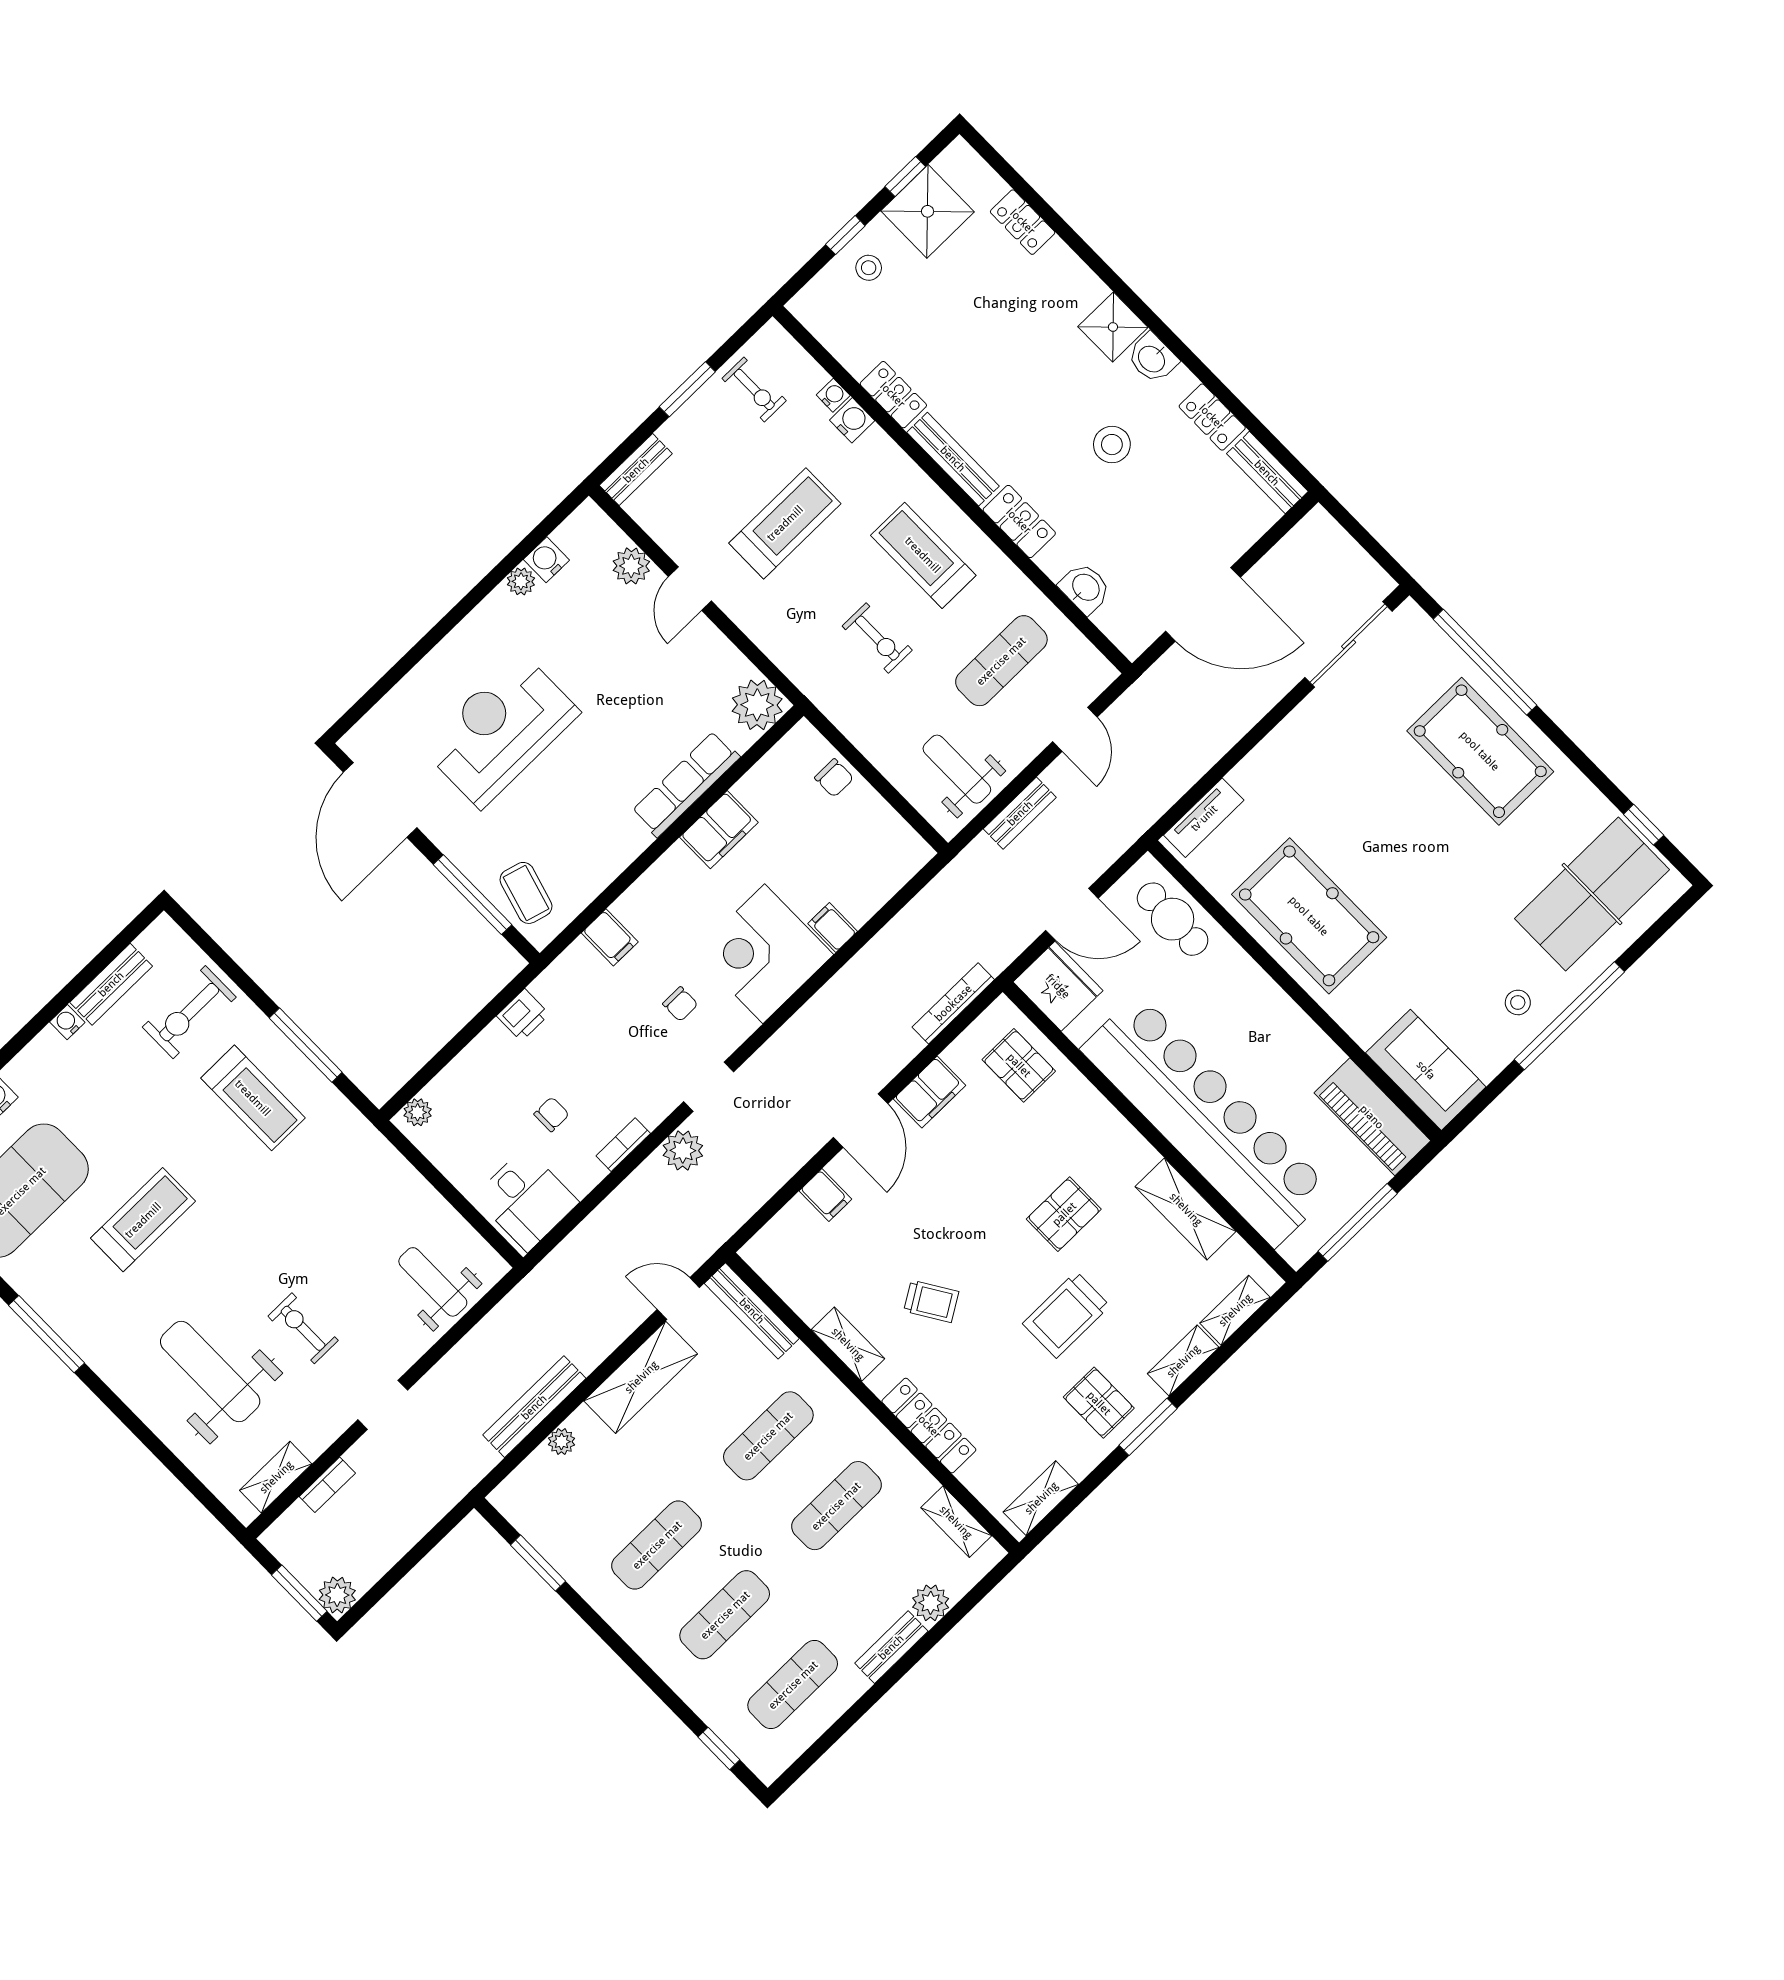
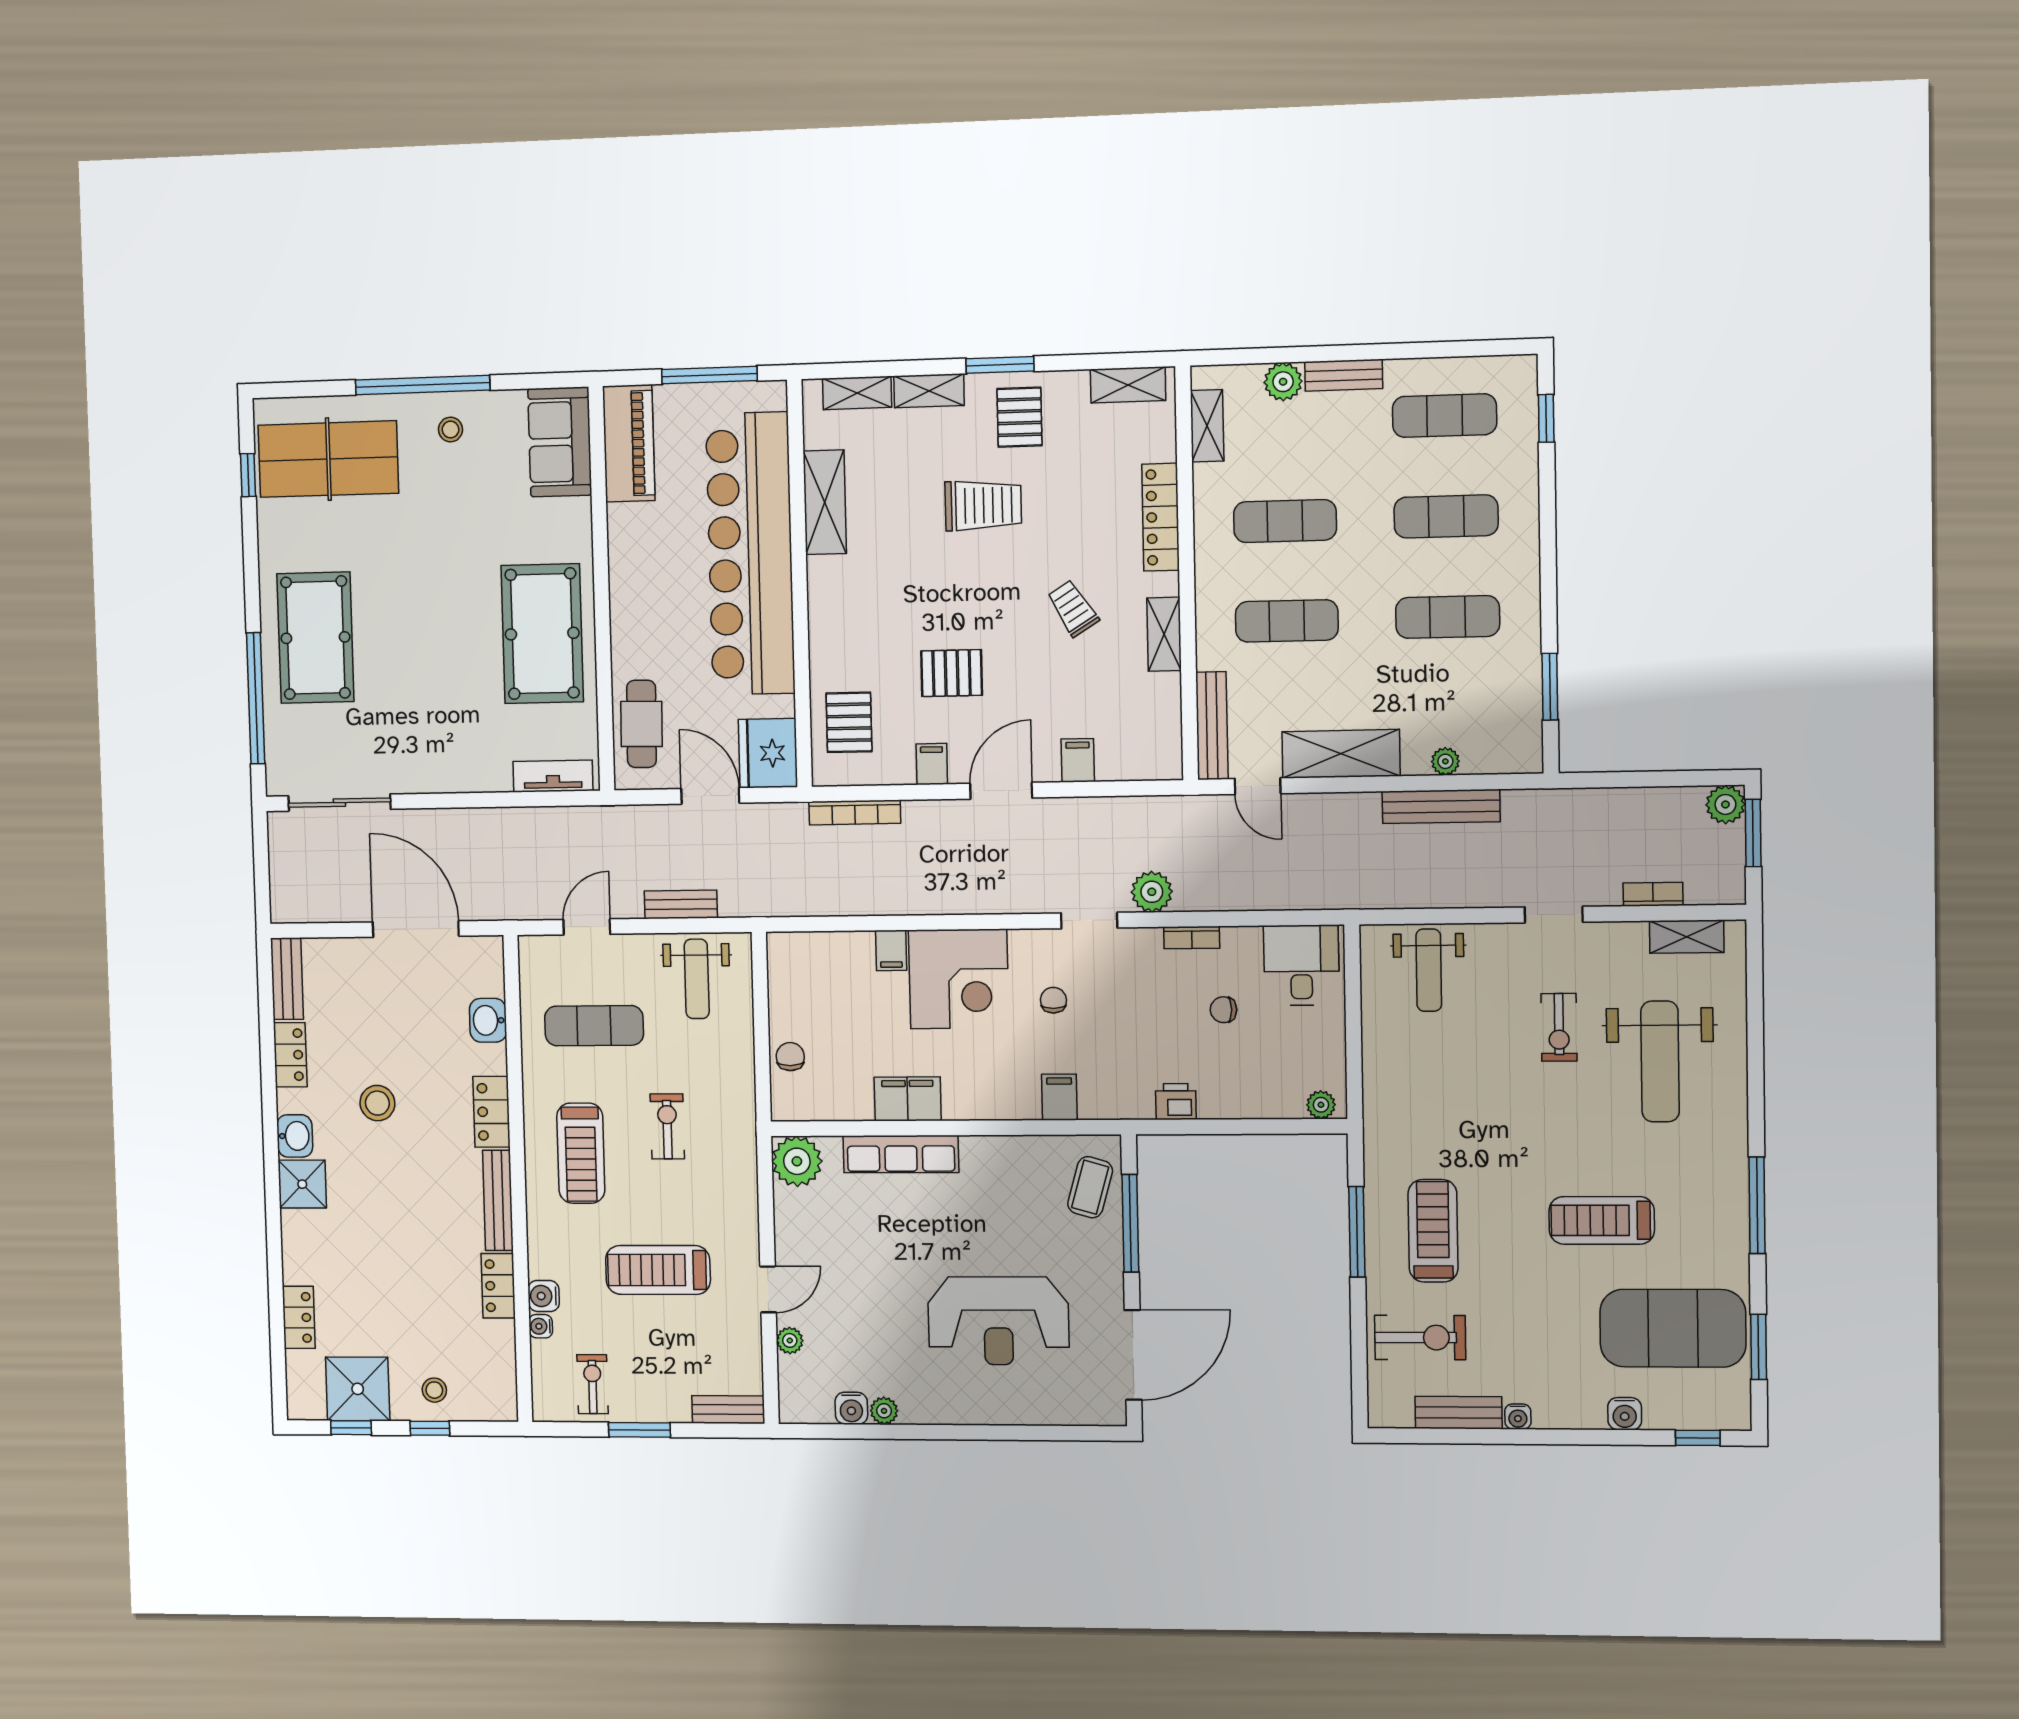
plant: (631, 566) -> (790, 1340), width x0.73, depth x0.73
filing cabinet: (929, 1092) -> (932, 764), width x0.50
pallet: (1064, 1214) -> (952, 673), moved

